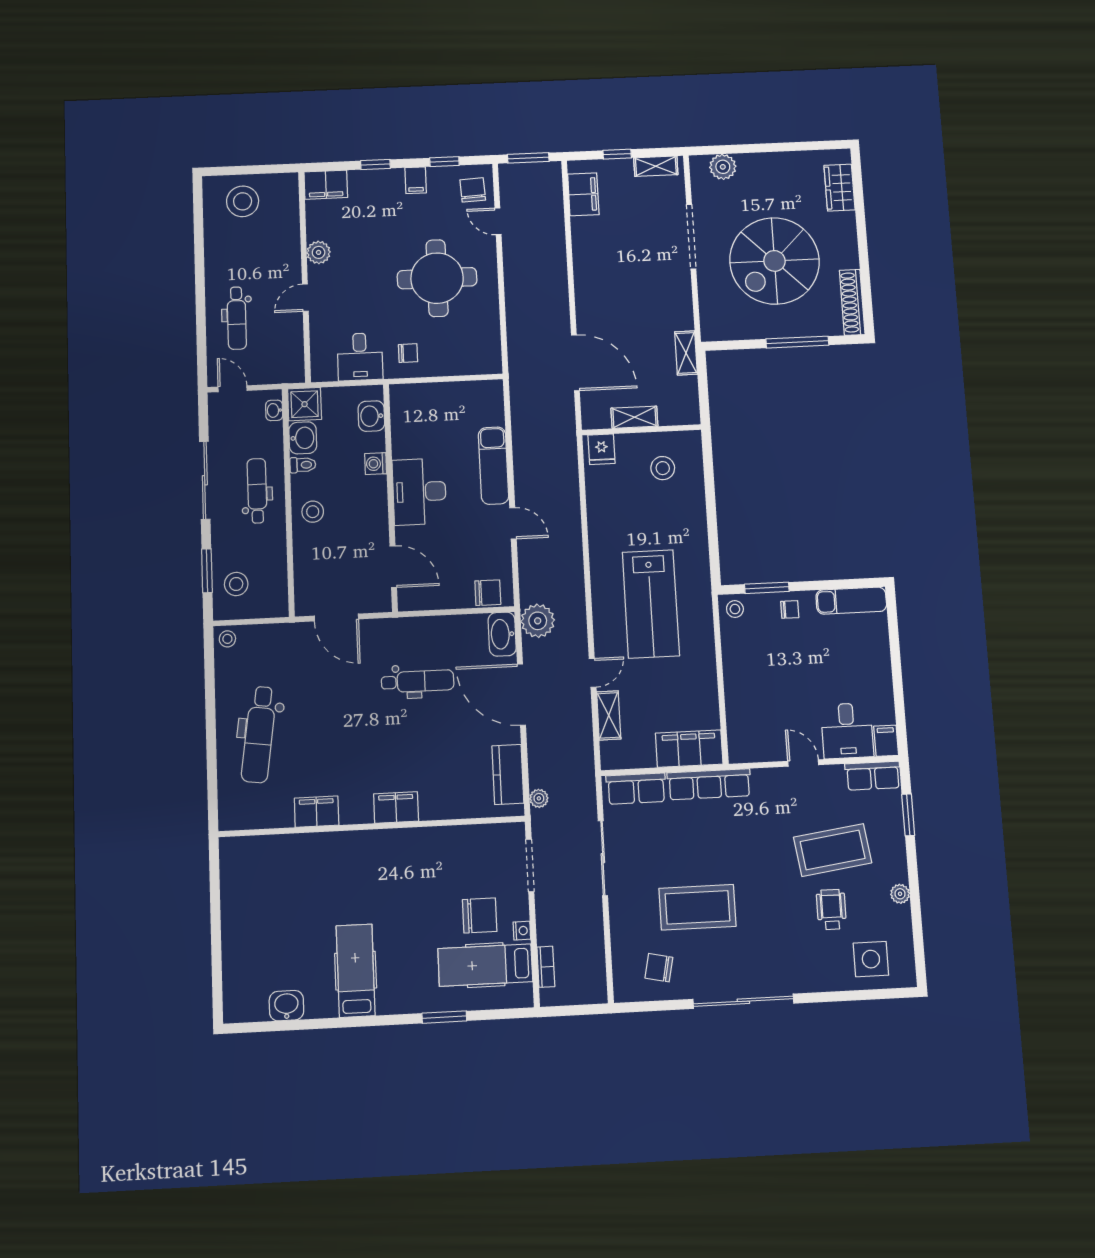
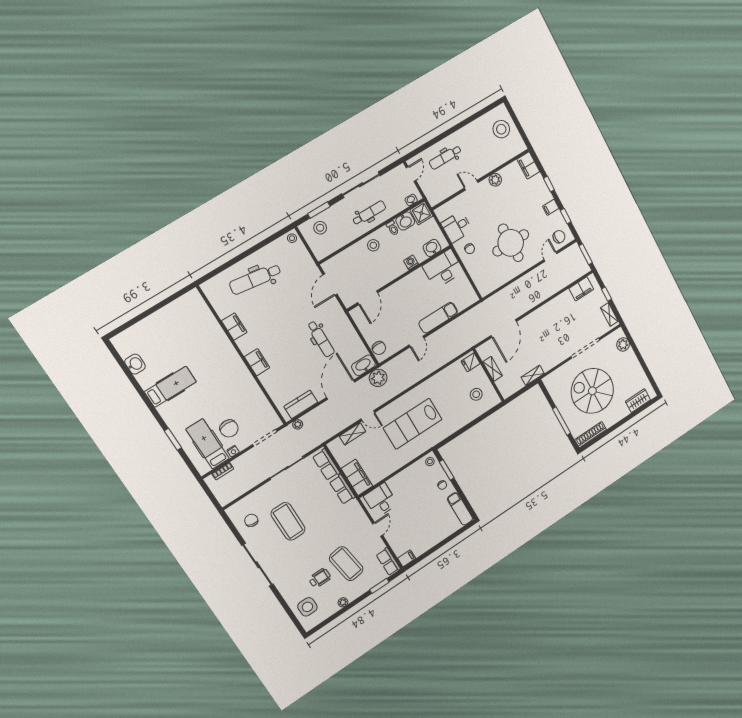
desk: (419, 492) -> (443, 269), moved
desk: (847, 731) -> (381, 500), moved, turned 90
row of seats: (709, 784) -> (342, 489), width x0.68

